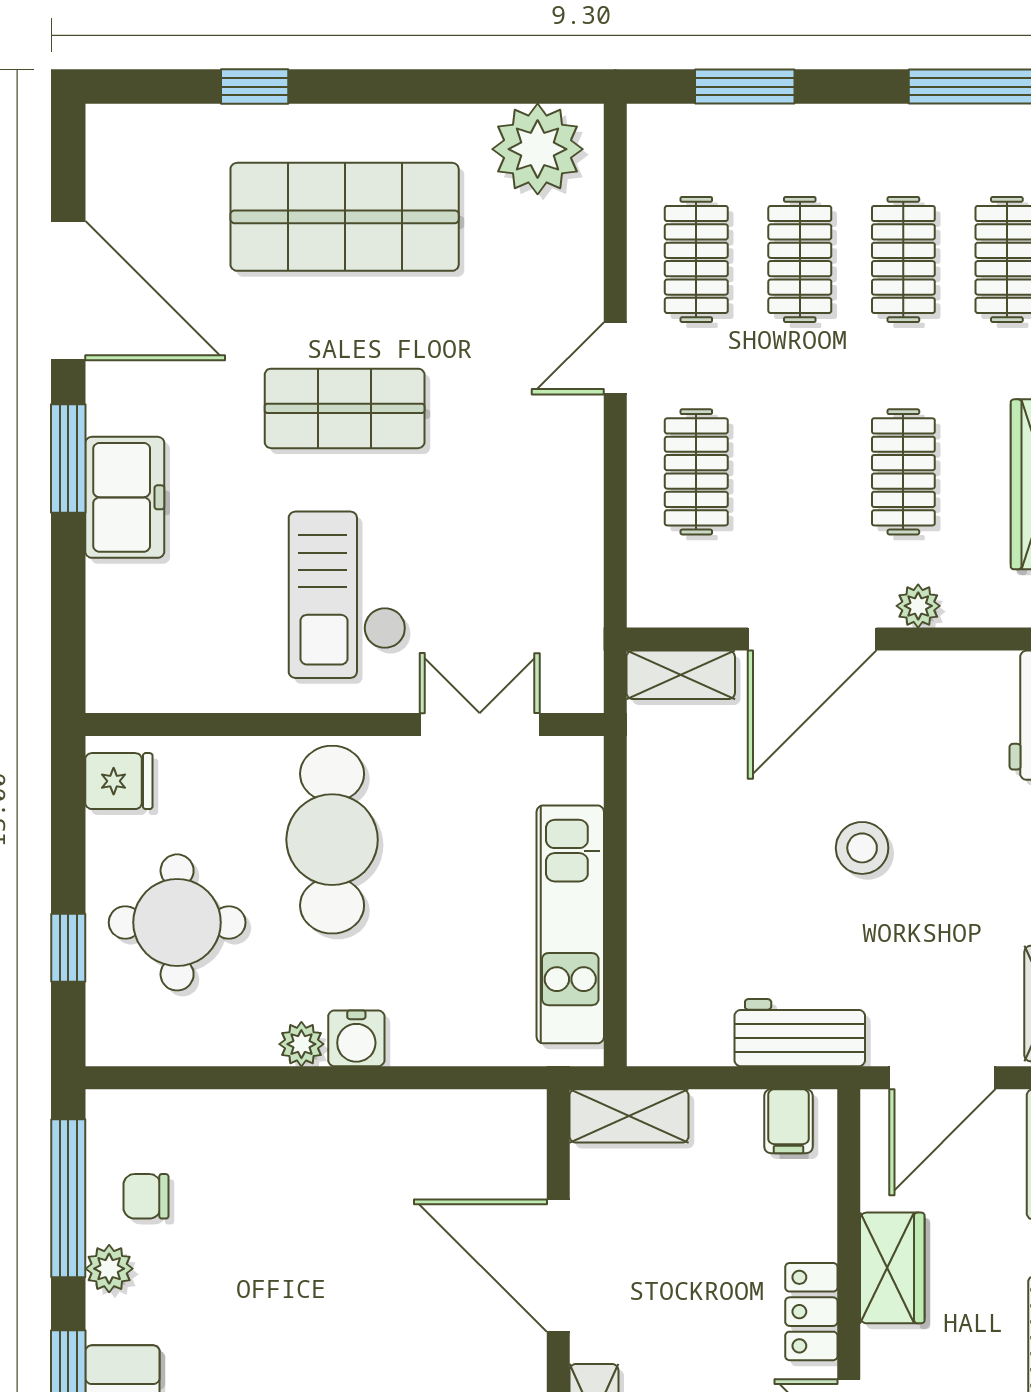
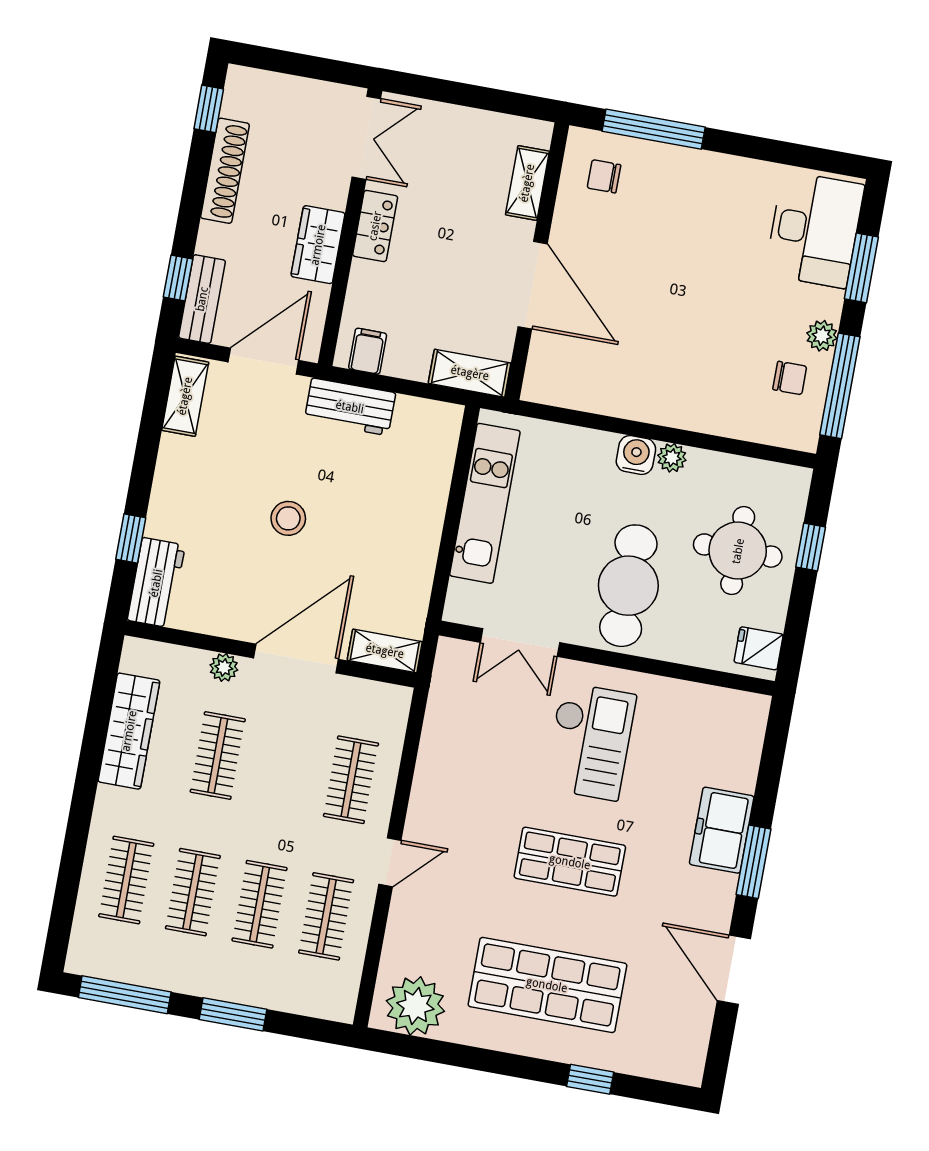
window: (745, 87) -> (233, 1014), moved
door: (68, 291) -> (734, 970), width x0.73

